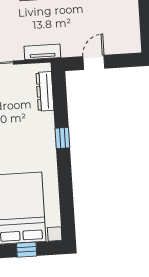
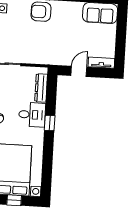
tv unit: (42, 52) -> (101, 63), moved
desk: (37, 129) -> (32, 115), added

